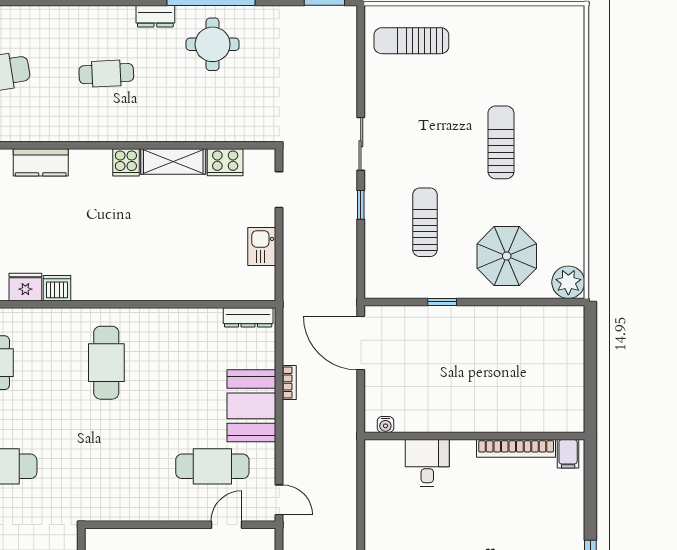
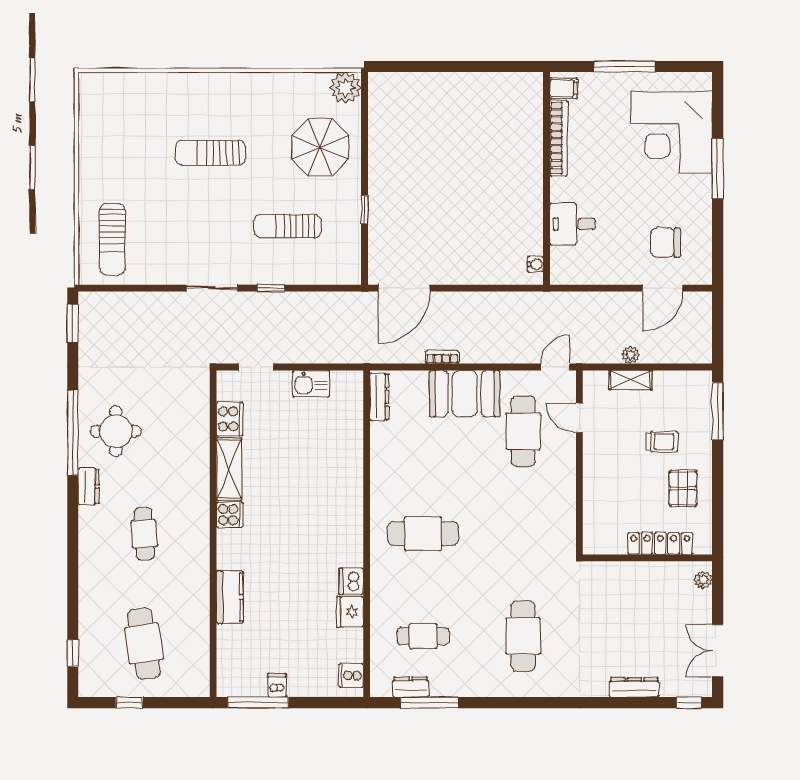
water cooler: (385, 425) -> (535, 264), moved
wall: (474, 436) -> (547, 178), moved
bookcase: (516, 448) -> (558, 138), moved
filing cabinet: (568, 454) -> (564, 88), moved
desk: (427, 463) -> (573, 224), moved

